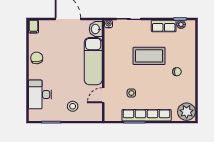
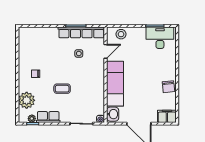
filing cabinet: (33, 27) -> (167, 116), width x2.00
coffee table: (149, 56) -> (62, 89), width x0.54, depth x0.58
desk: (40, 94) -> (160, 38), moved, turned -90
stool: (73, 106) -> (121, 34), moved
plant: (187, 112) -> (27, 100), moved
row of seats: (147, 115) -> (81, 32), moved

